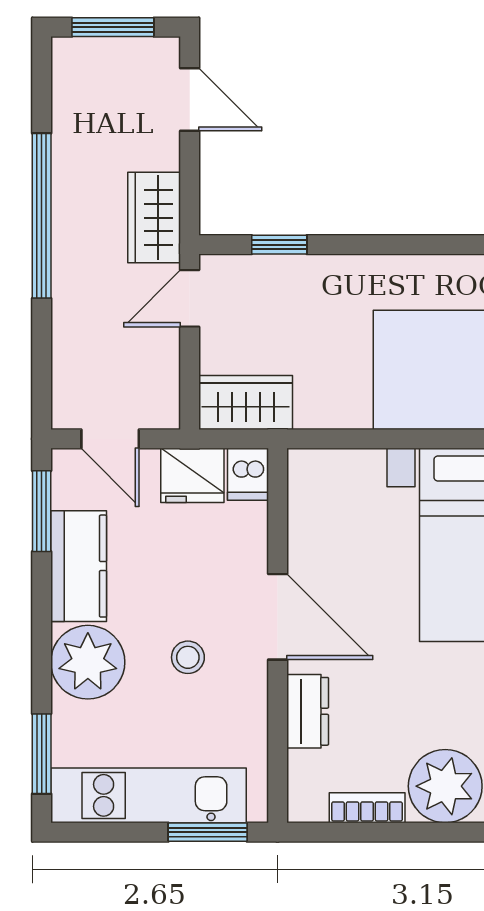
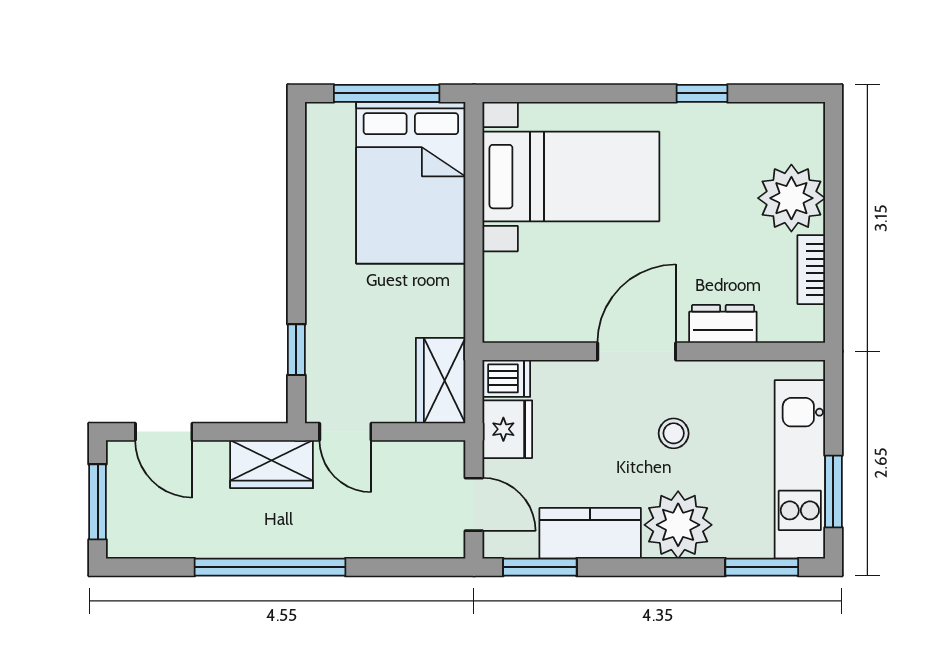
door: (190, 100) -> (164, 432), swing flipped
door: (110, 439) -> (474, 504), hinge flipped
window: (208, 832) -> (833, 491), moved

